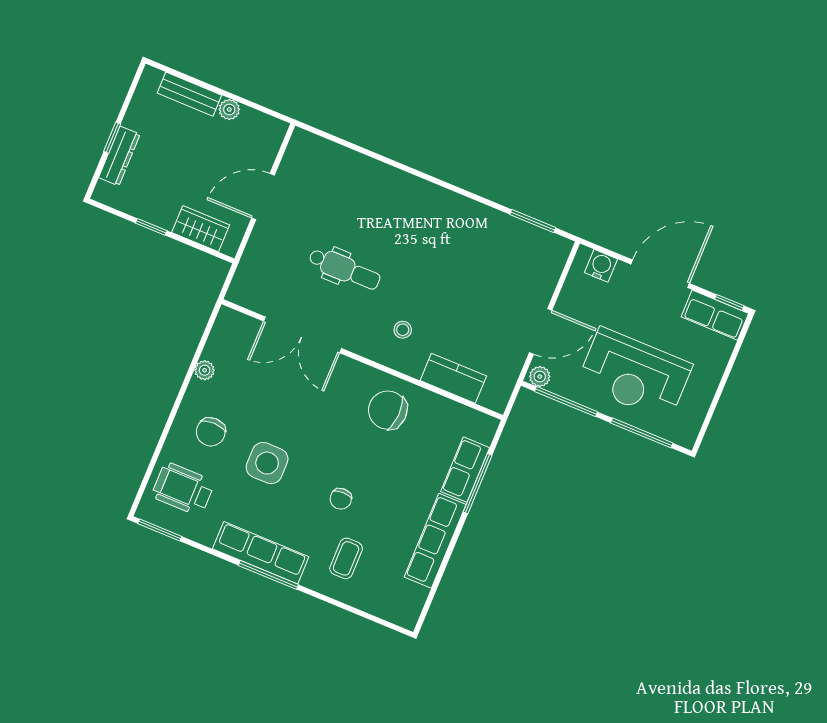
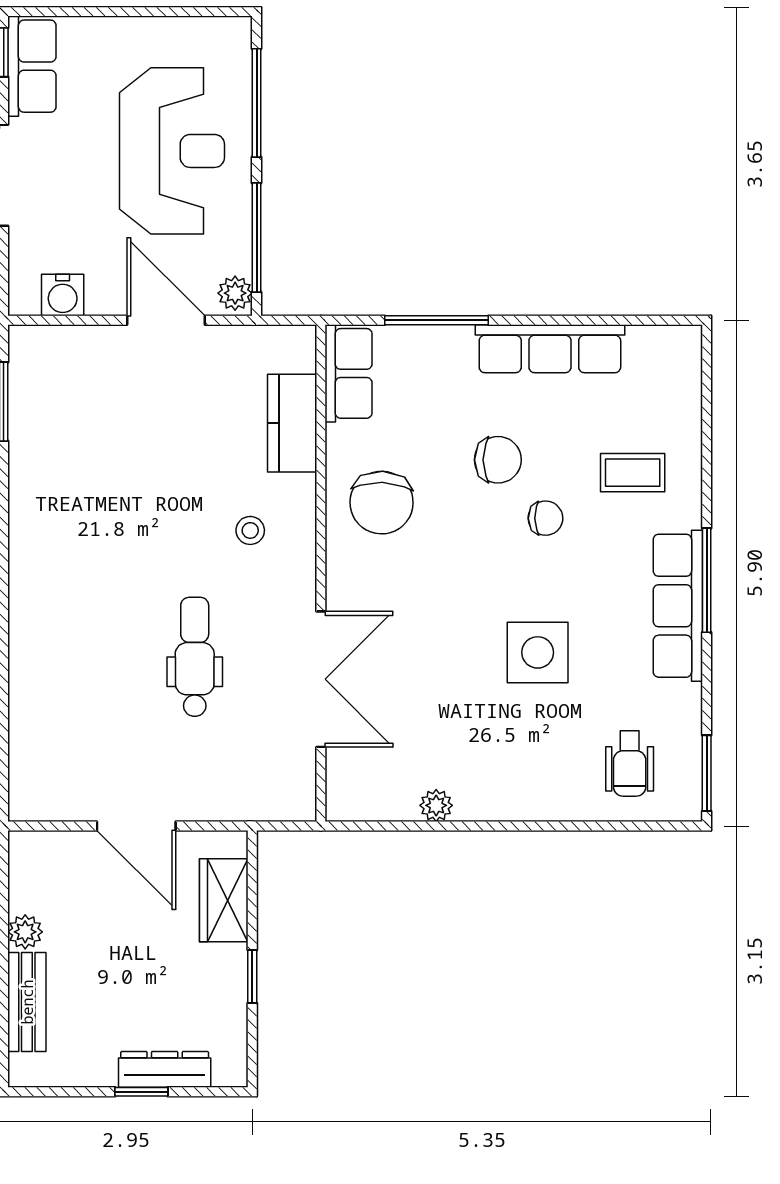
water cooler: (601, 266) -> (63, 295), moved, turned -90
chair: (211, 432) -> (498, 460), moved
row of seats: (465, 470) -> (348, 373), moved, turned -90
wheelchair: (183, 489) -> (630, 764), width x0.73, depth x0.73

